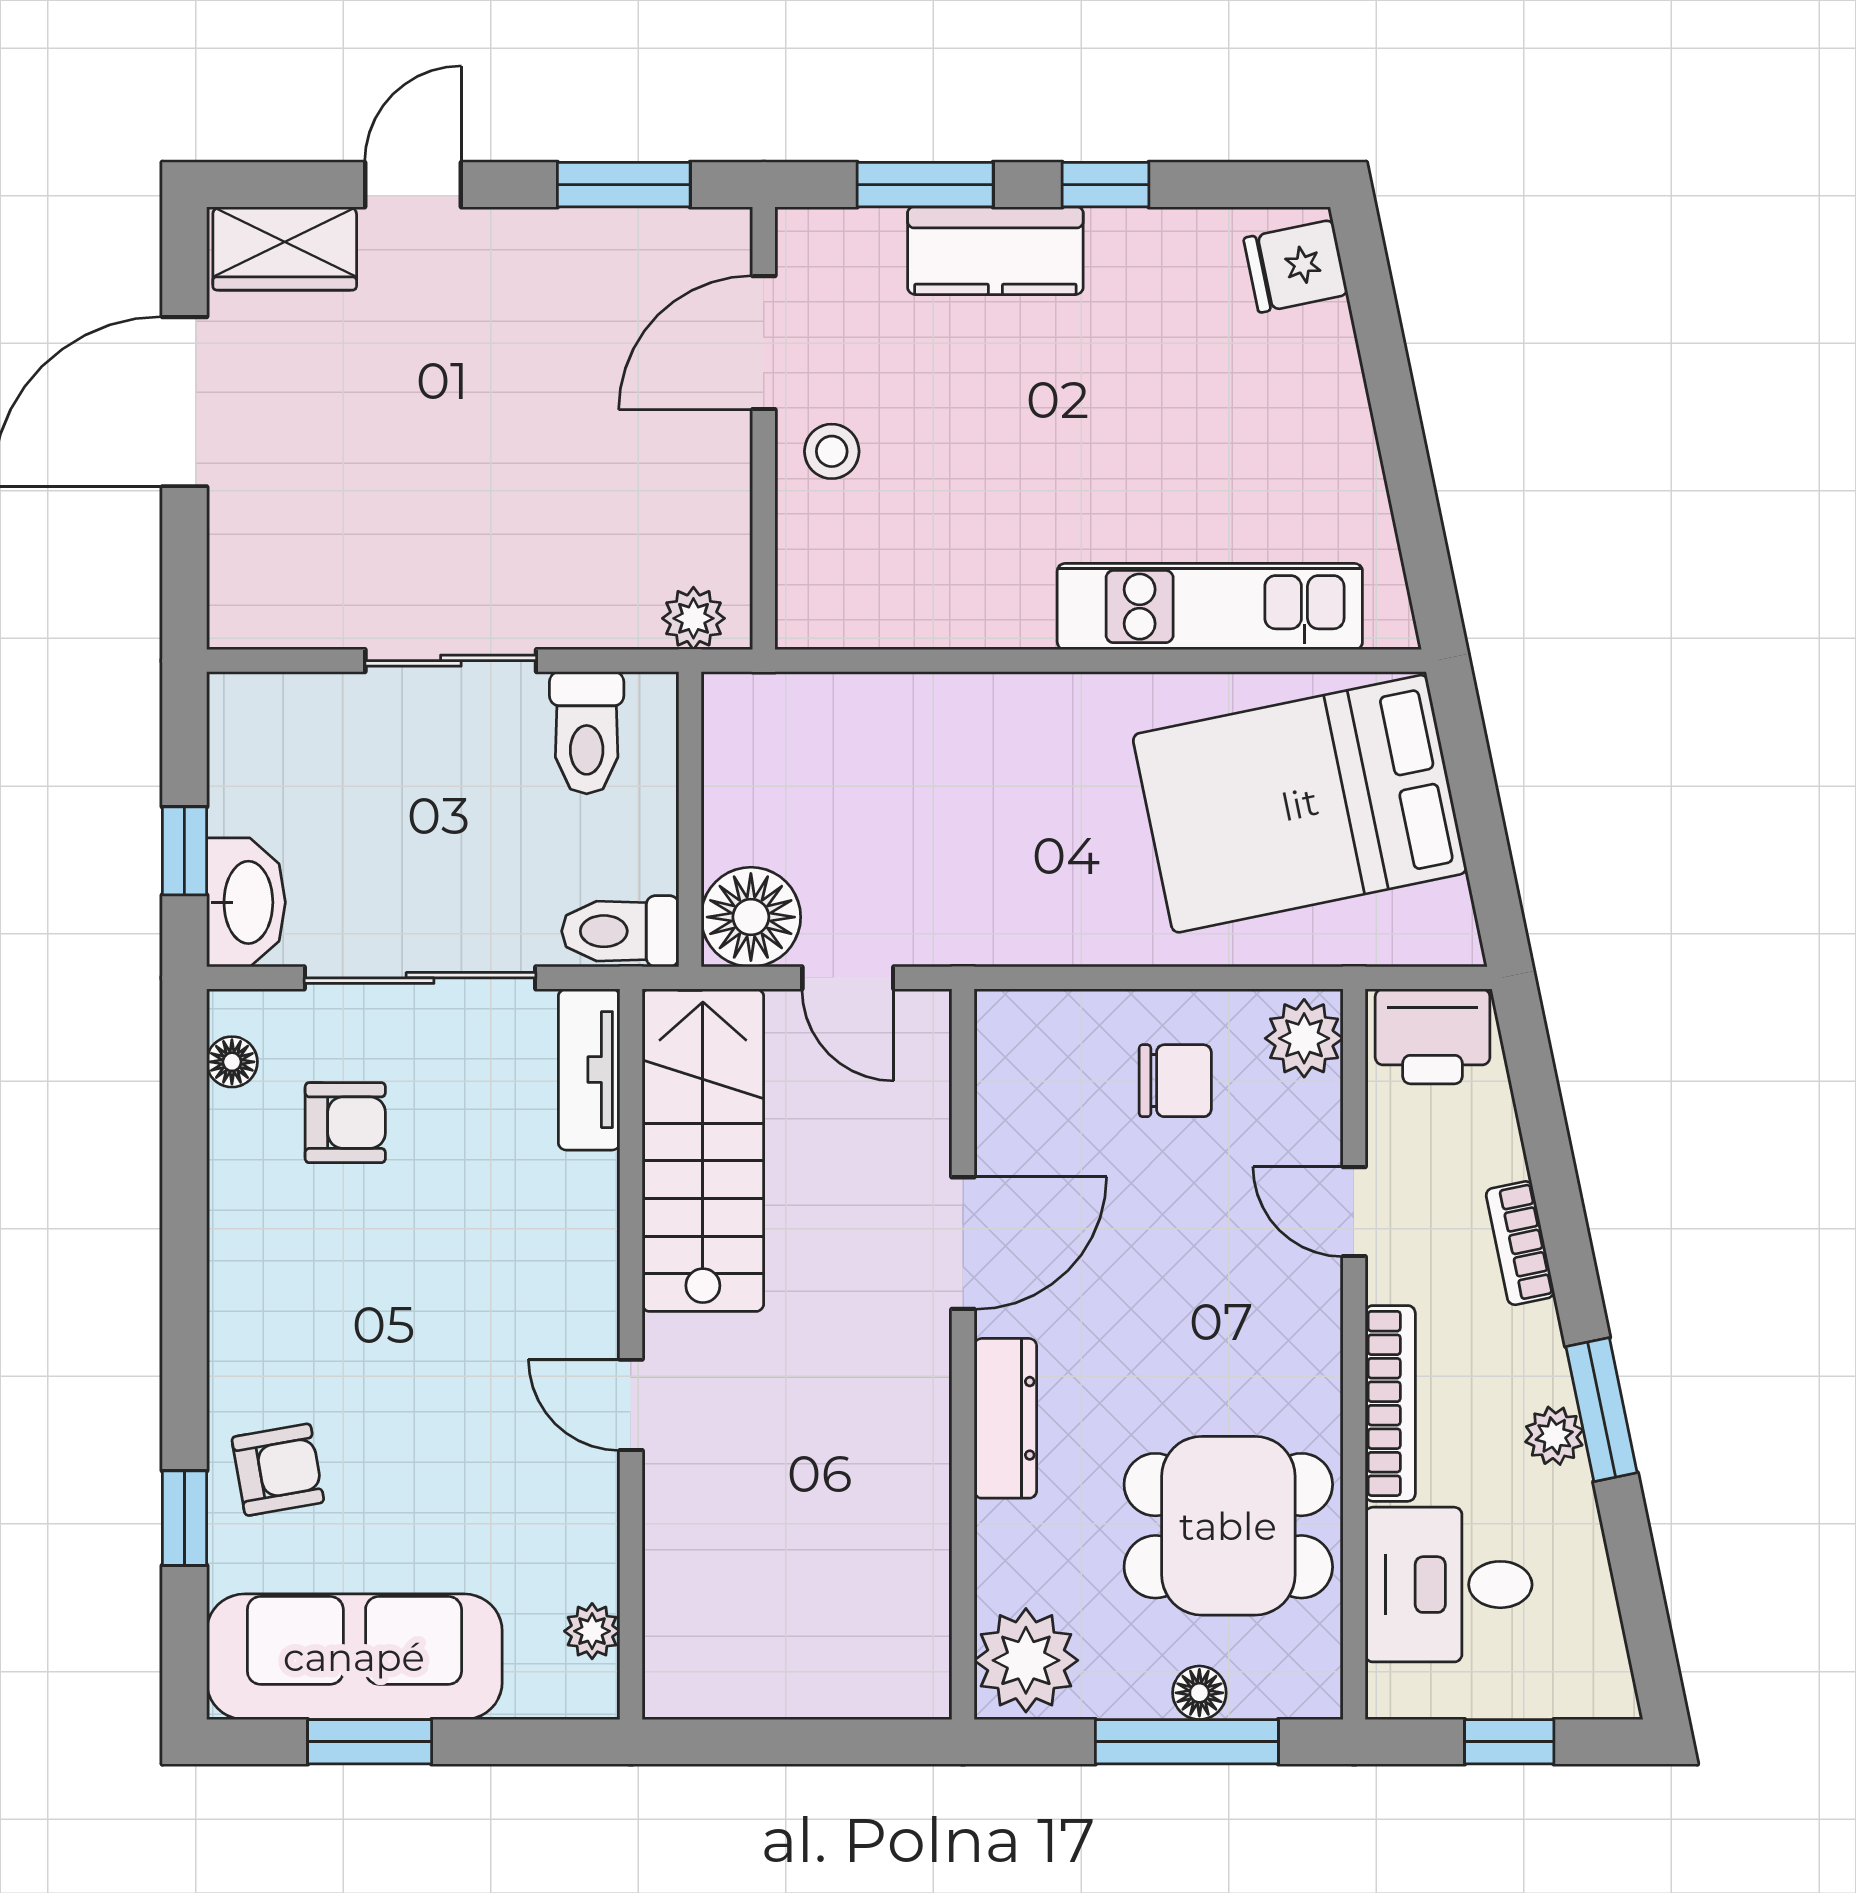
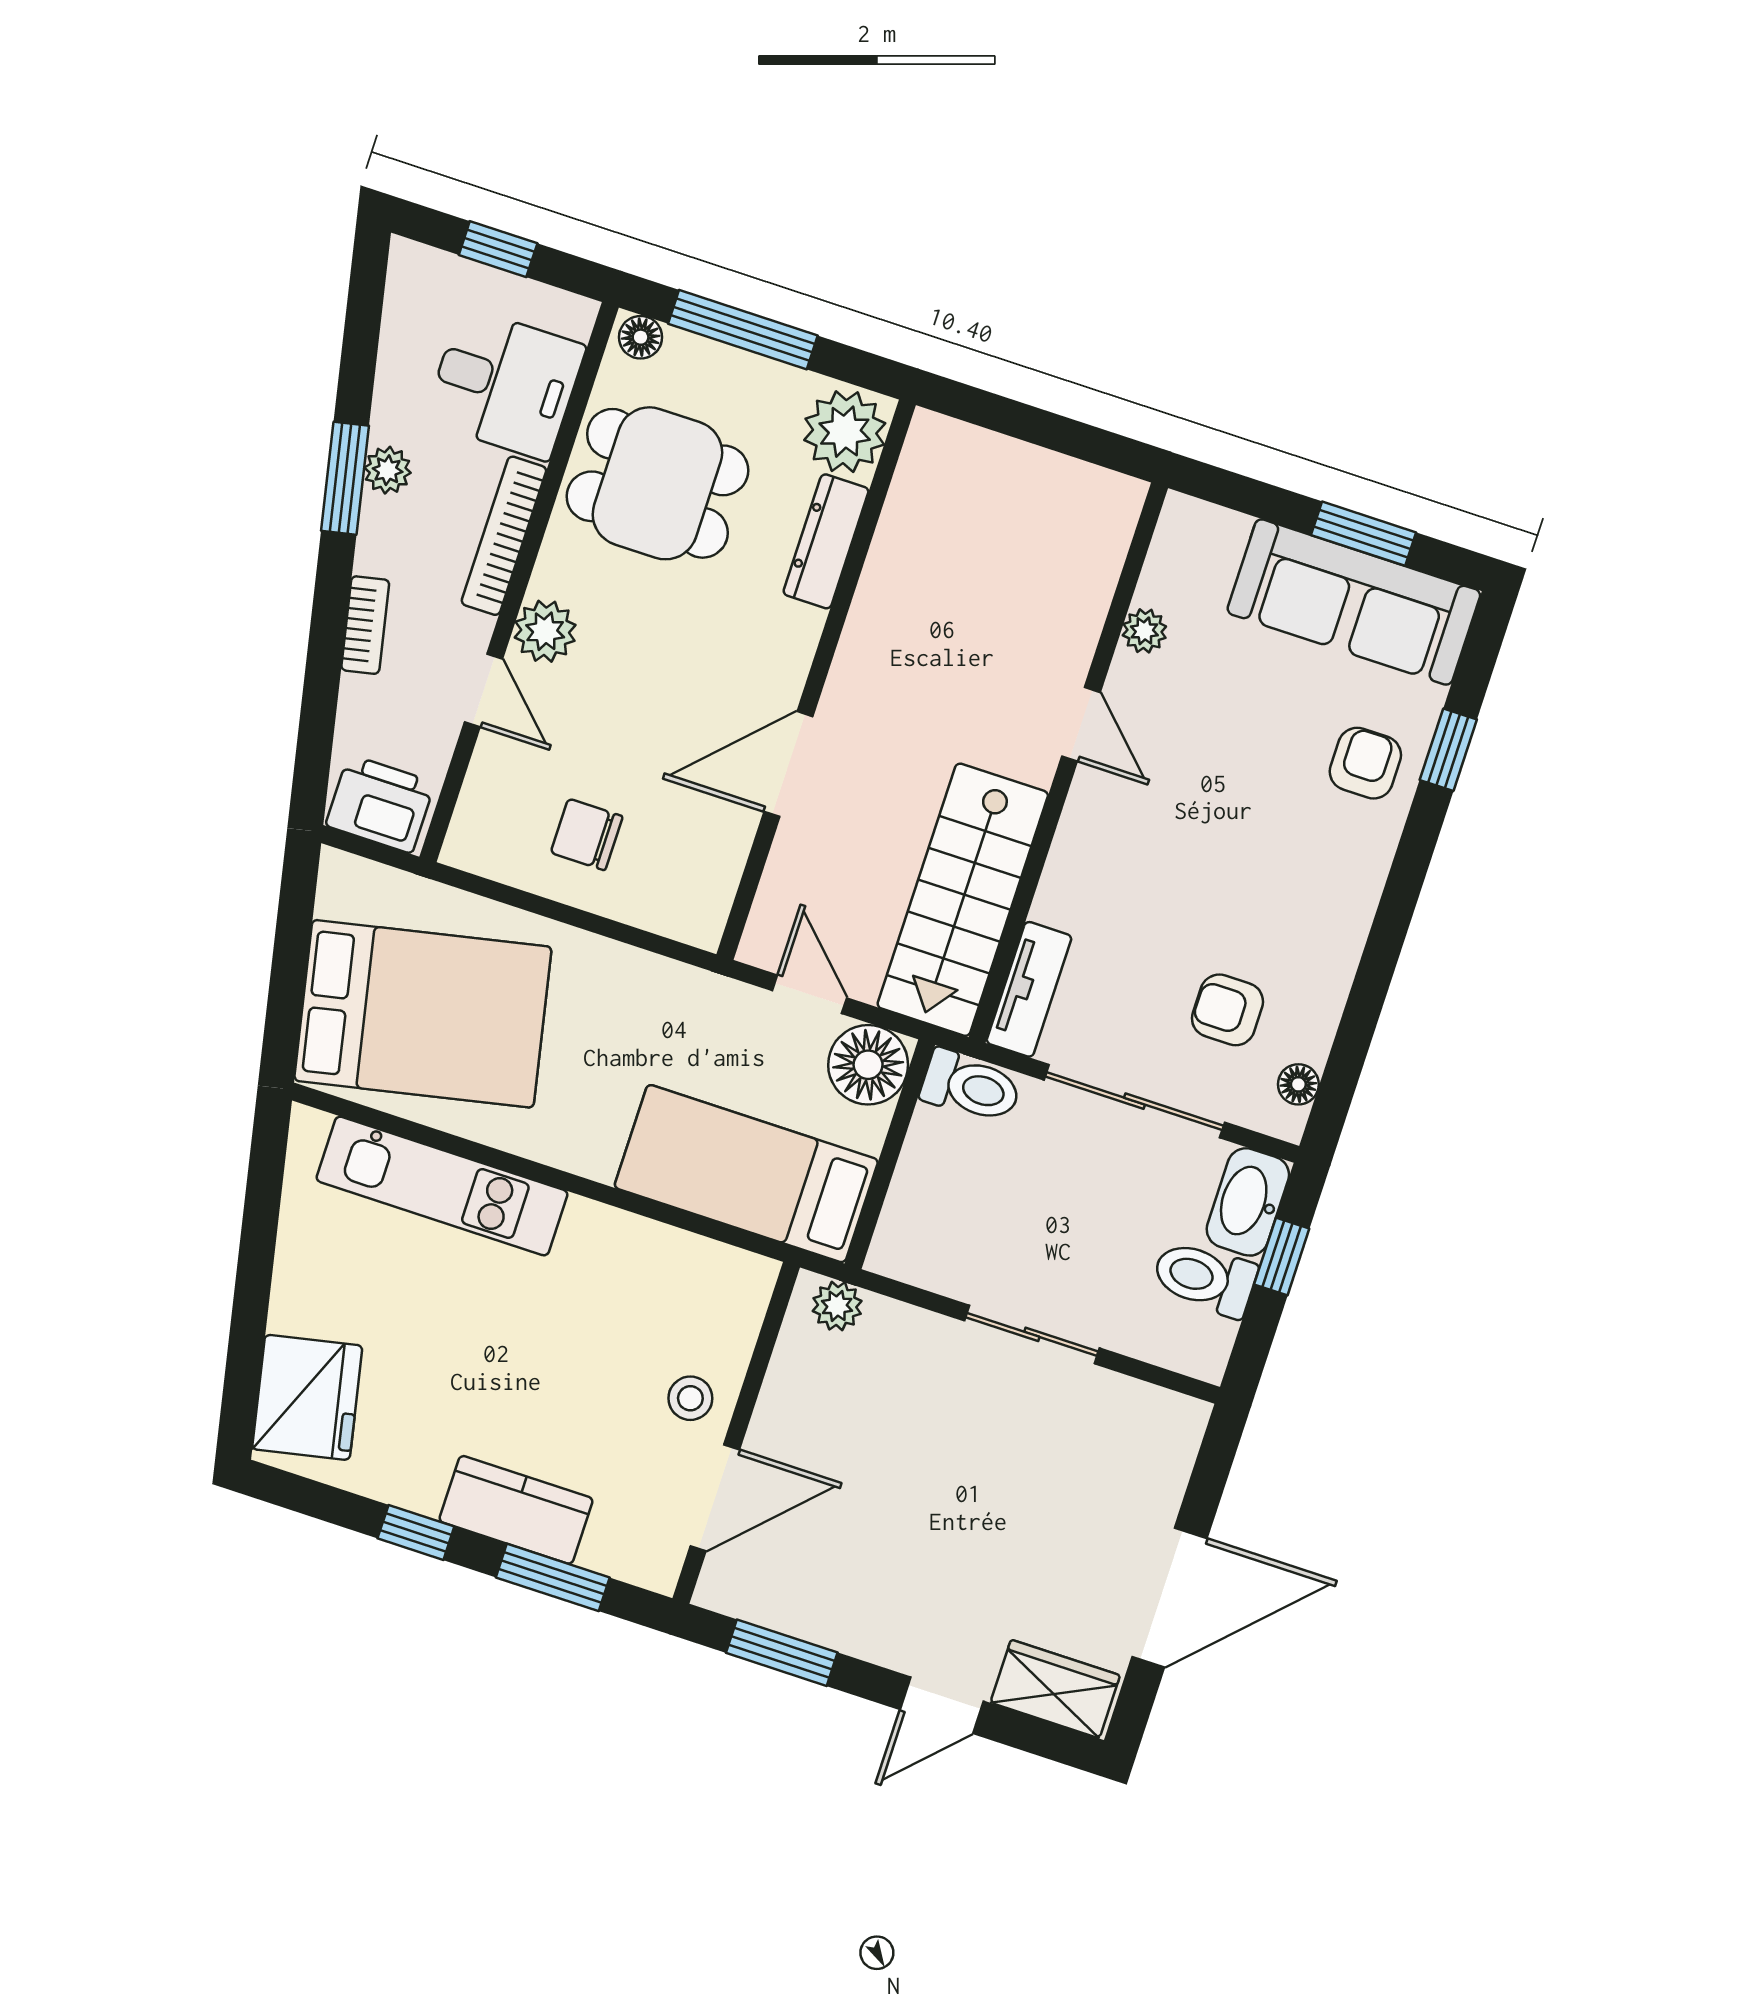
fridge: (1296, 266) -> (307, 1397), width x1.88, depth x1.34
toilet: (587, 733) -> (1204, 1278), moved, turned -90
bed: (853, 740) -> (746, 1174), added
plant: (1304, 1038) -> (545, 631), moved
dresser: (1005, 1418) -> (826, 541), moved
armchair: (278, 1470) -> (1365, 763), turned 100
plant: (592, 1631) -> (1144, 631), moved
floor lamp: (1199, 1693) -> (641, 337), moved

